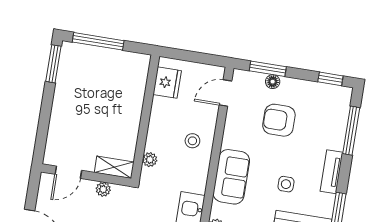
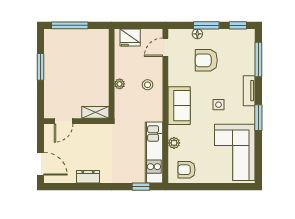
window: (53, 64) -> (41, 67), moved
window: (268, 69) -> (206, 25), moved
fridge: (167, 83) -> (130, 37), moved, turned 90
plant: (150, 160) -> (120, 84), moved
plant: (103, 189) -> (90, 129), removed

